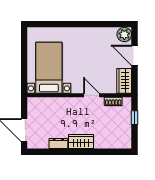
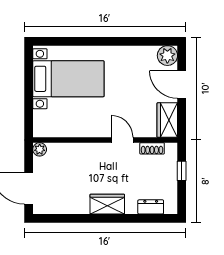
bed with nightstands: (49, 68) -> (68, 79), moved, turned 90
plant: (32, 102) -> (40, 149), added
dresser: (58, 144) -> (151, 207), moved

